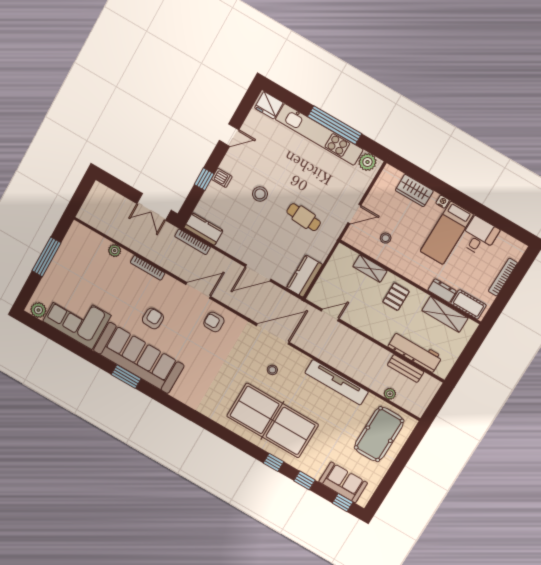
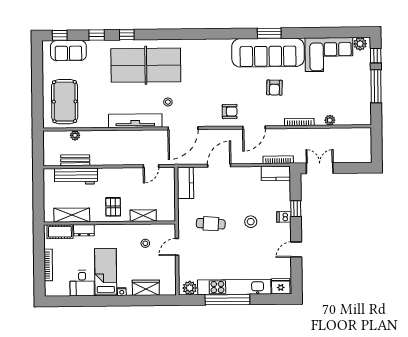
window: (29, 288) -> (376, 56), added
tv unit: (337, 382) -> (135, 121), moved

